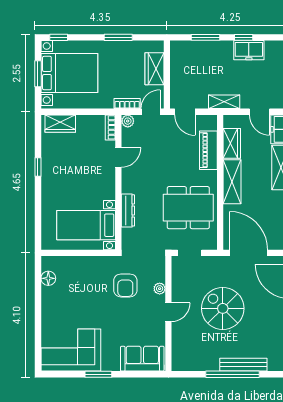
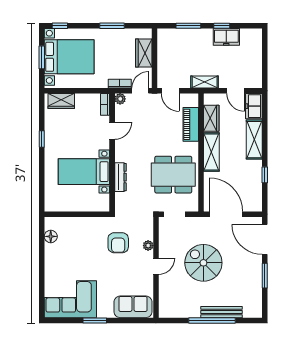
bed with nightstands: (86, 225) -> (84, 172), moved

